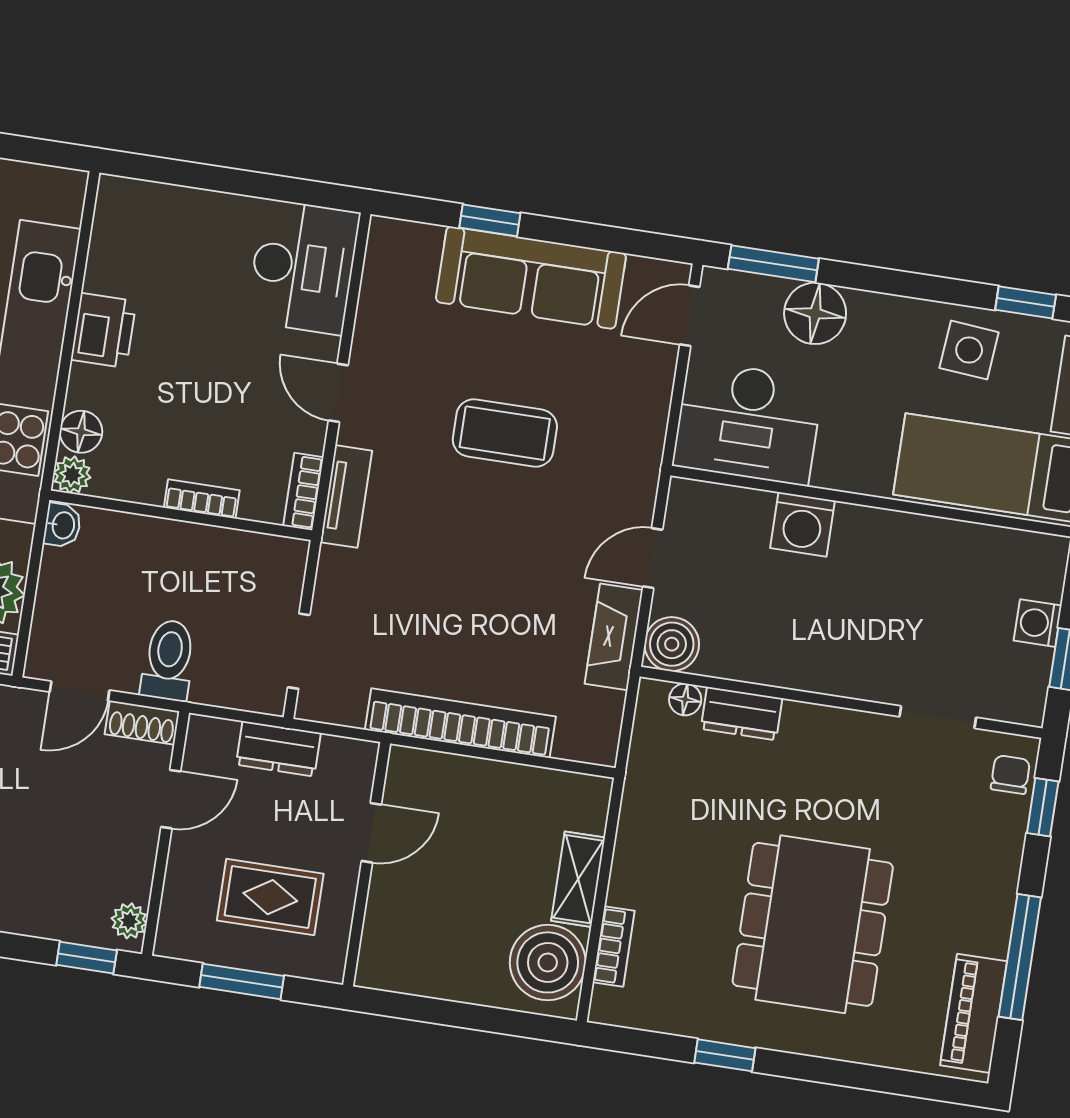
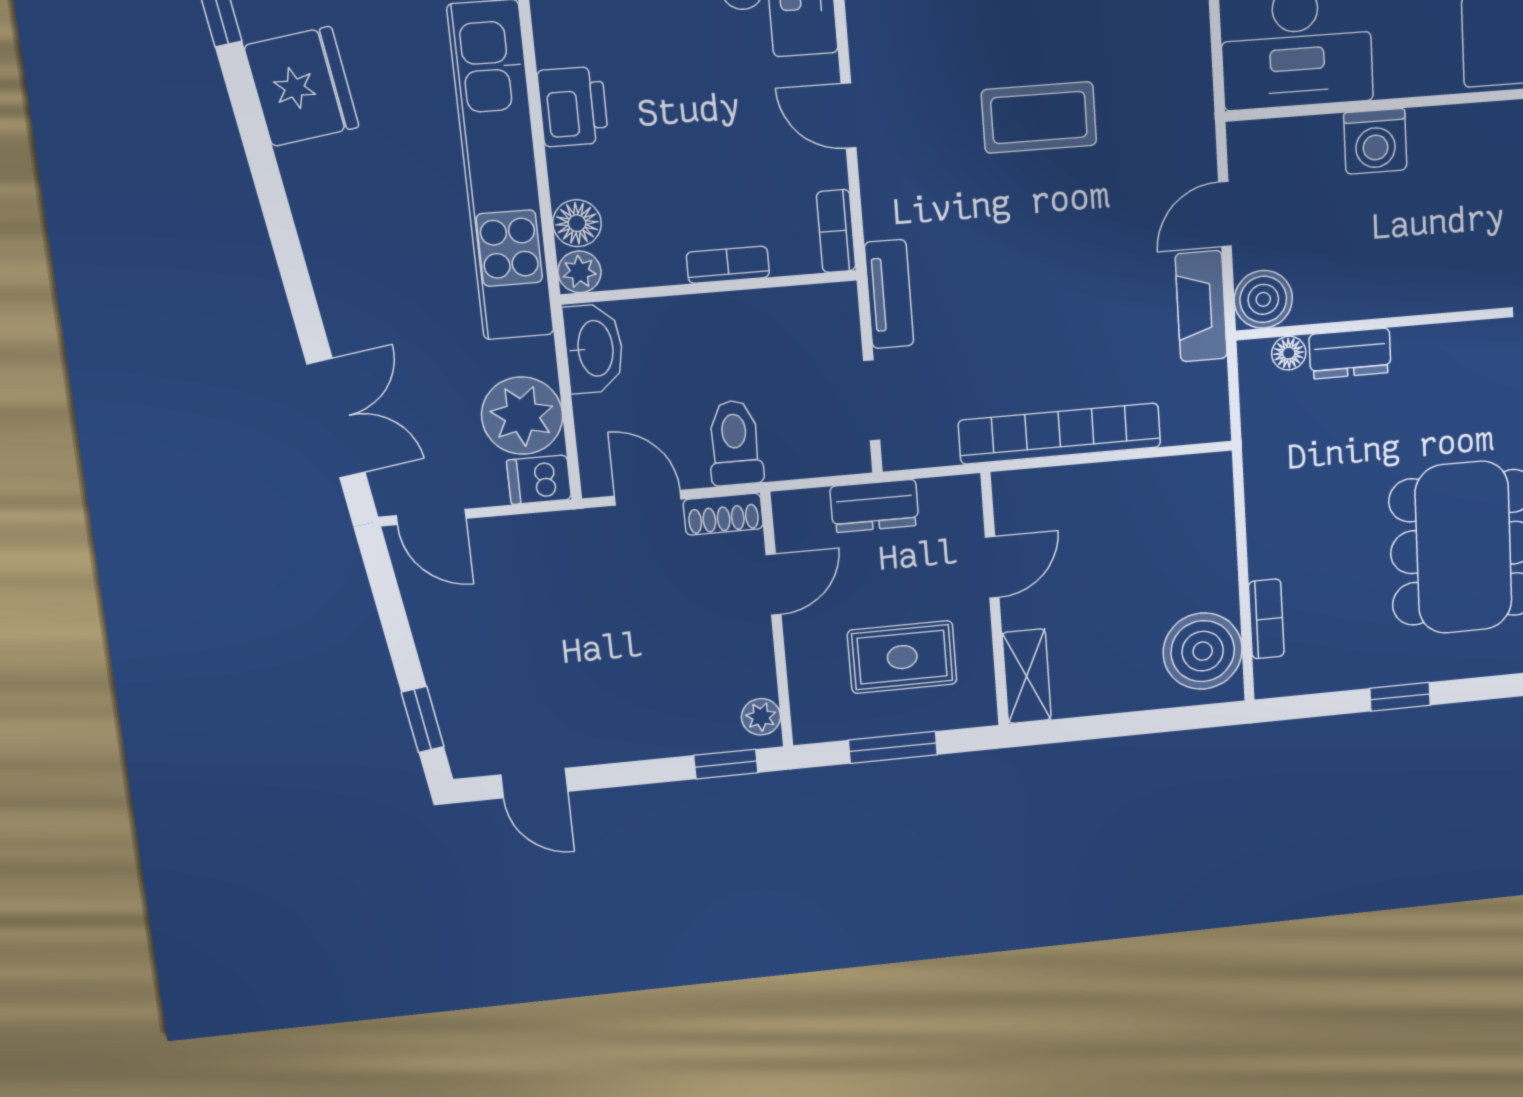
tv unit: (346, 496) -> (889, 294), moved
washbasin: (62, 525) -> (594, 349), width x1.91, depth x1.45
door: (80, 691) -> (648, 498), swing flipped
shelving: (578, 879) -> (1027, 676), moved

